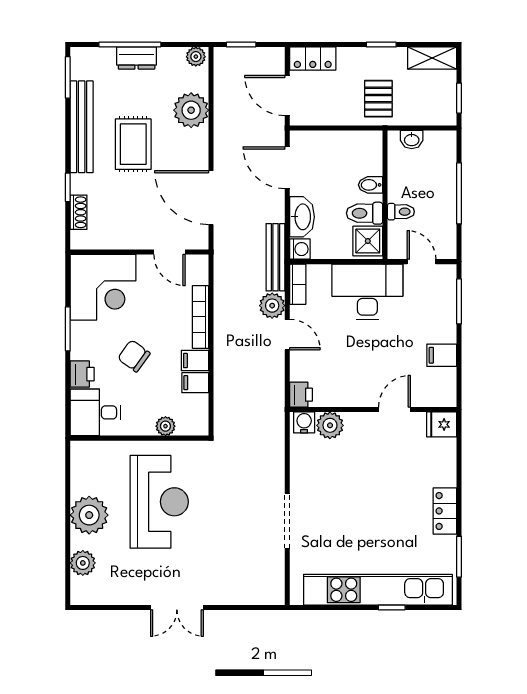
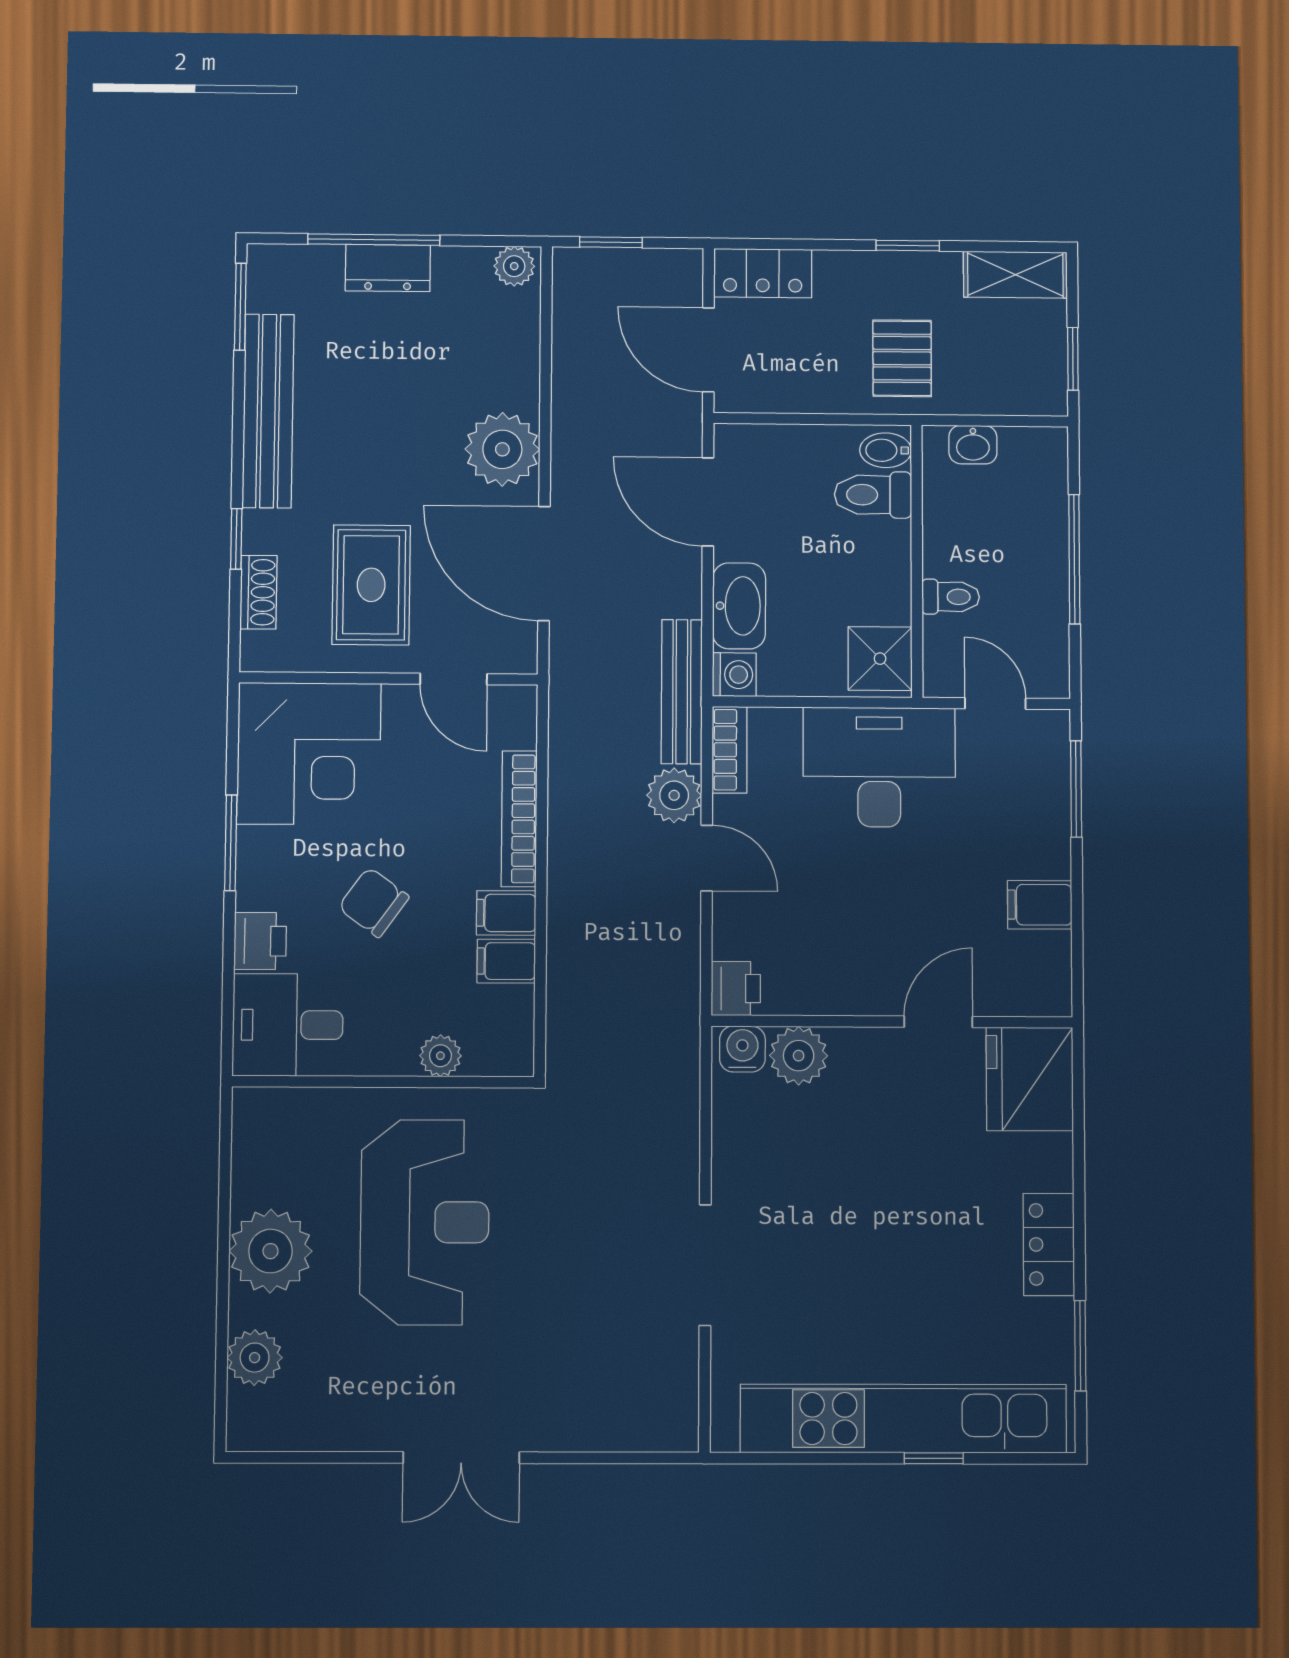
plant: (191, 110) -> (502, 449), moved
rug: (133, 144) -> (371, 585), moved
bidet: (371, 185) -> (886, 450), moved
toilet: (365, 213) -> (873, 495), moved
fridge: (442, 424) -> (1030, 1079), width x1.88, depth x1.34

